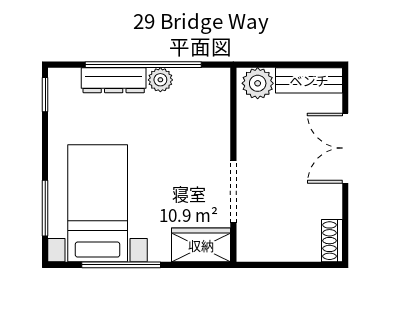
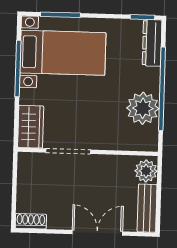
dresser: (114, 80) -> (152, 43), moved
plant: (160, 80) -> (143, 108), width x1.88, depth x1.88

